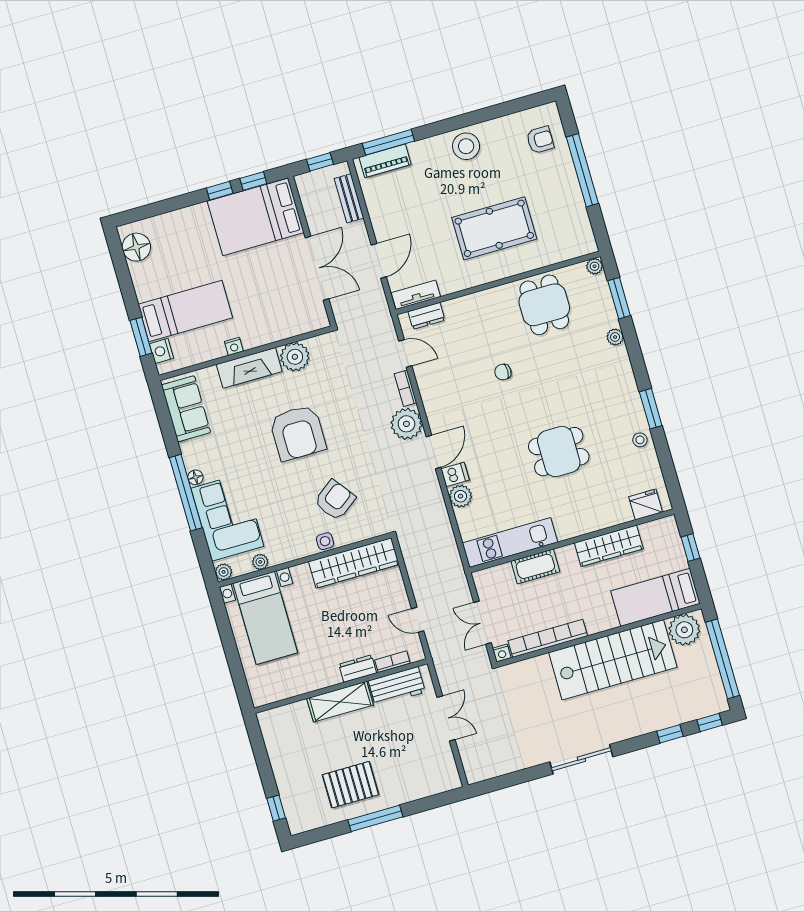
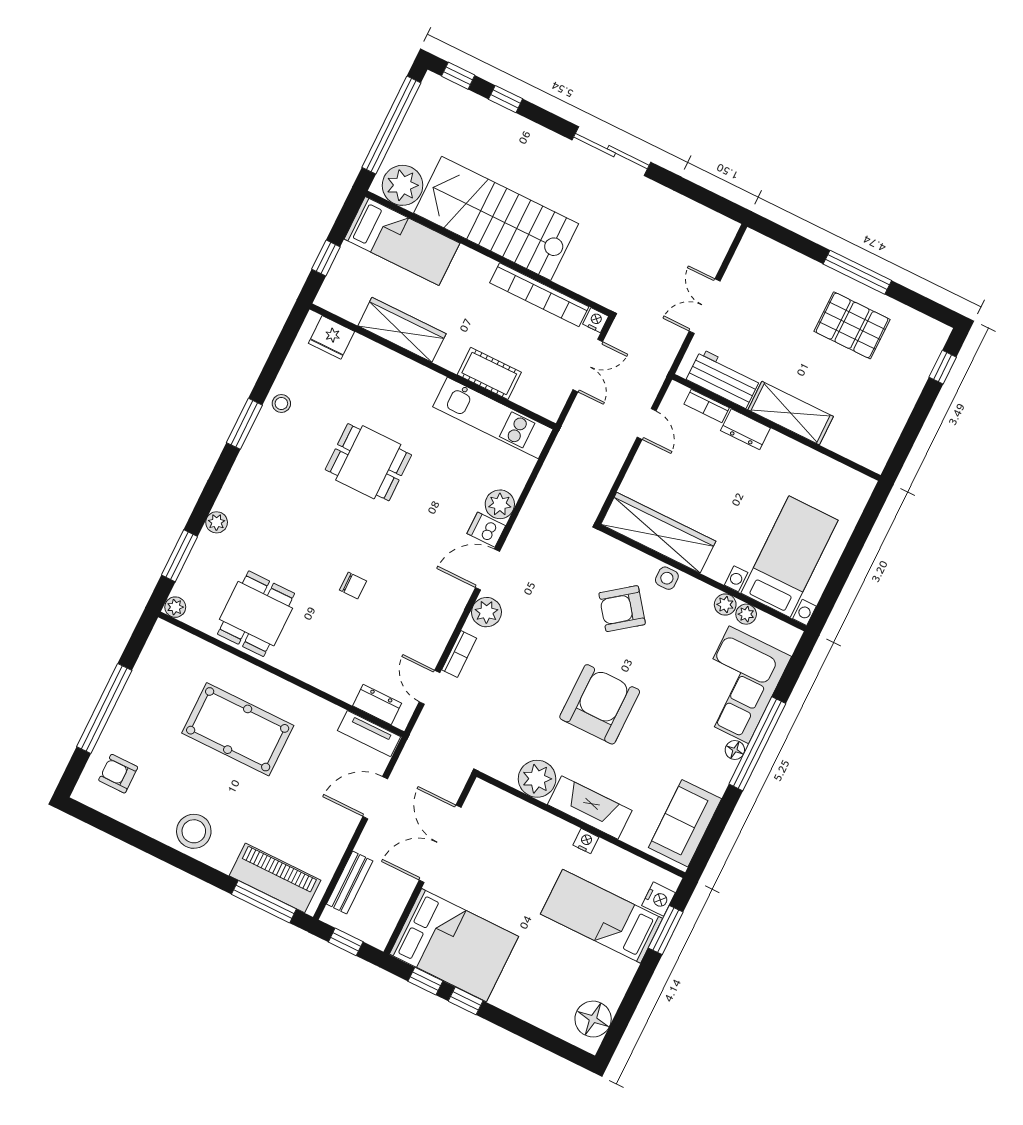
piano: (385, 161) -> (275, 878), width x1.37, depth x1.33
plant: (406, 424) -> (486, 612), width x0.73, depth x0.73
plant: (224, 572) -> (725, 605), moved

